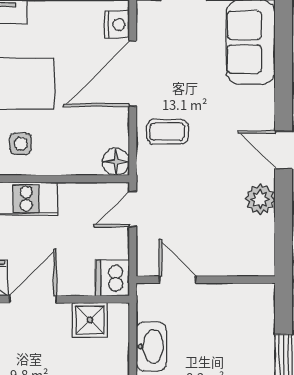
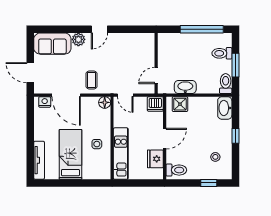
plant: (260, 199) -> (78, 39), moved
door: (33, 299) -> (165, 139), swing flipped
shower: (90, 320) -> (180, 104), moved

